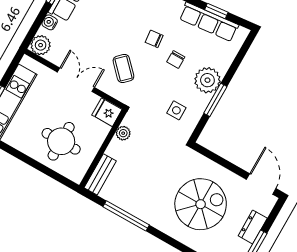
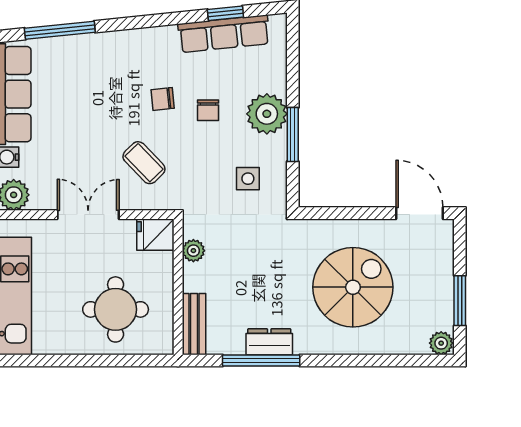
dresser: (253, 227) -> (269, 342), moved, turned 90

